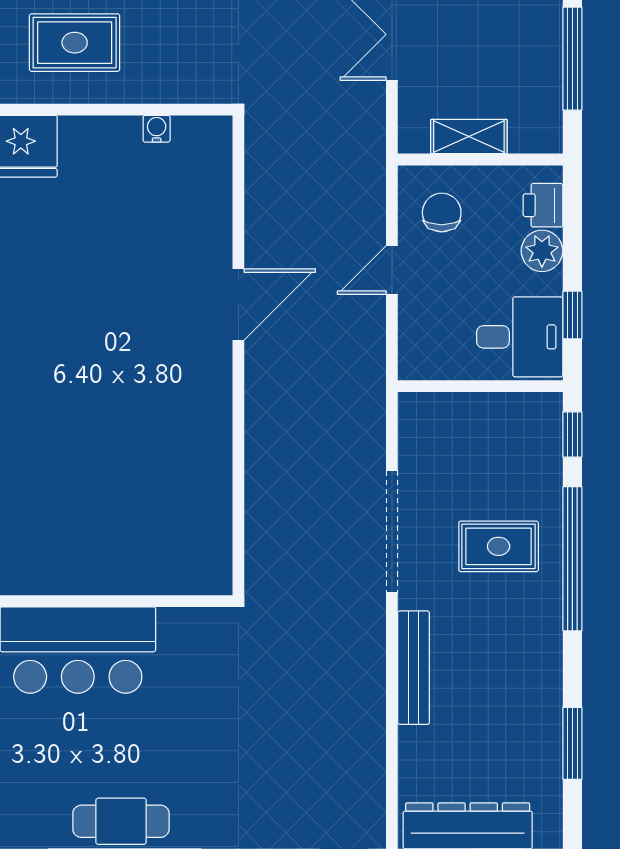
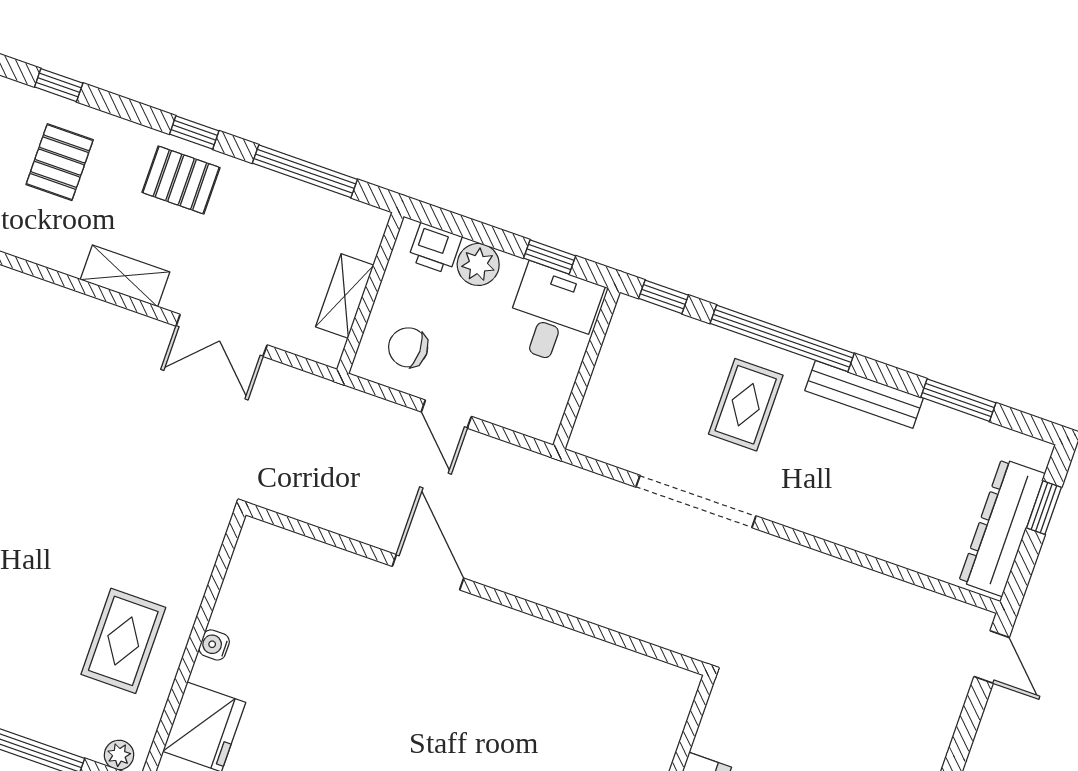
water cooler: (157, 129) -> (214, 645), moved
bench: (414, 668) -> (864, 394), moved

